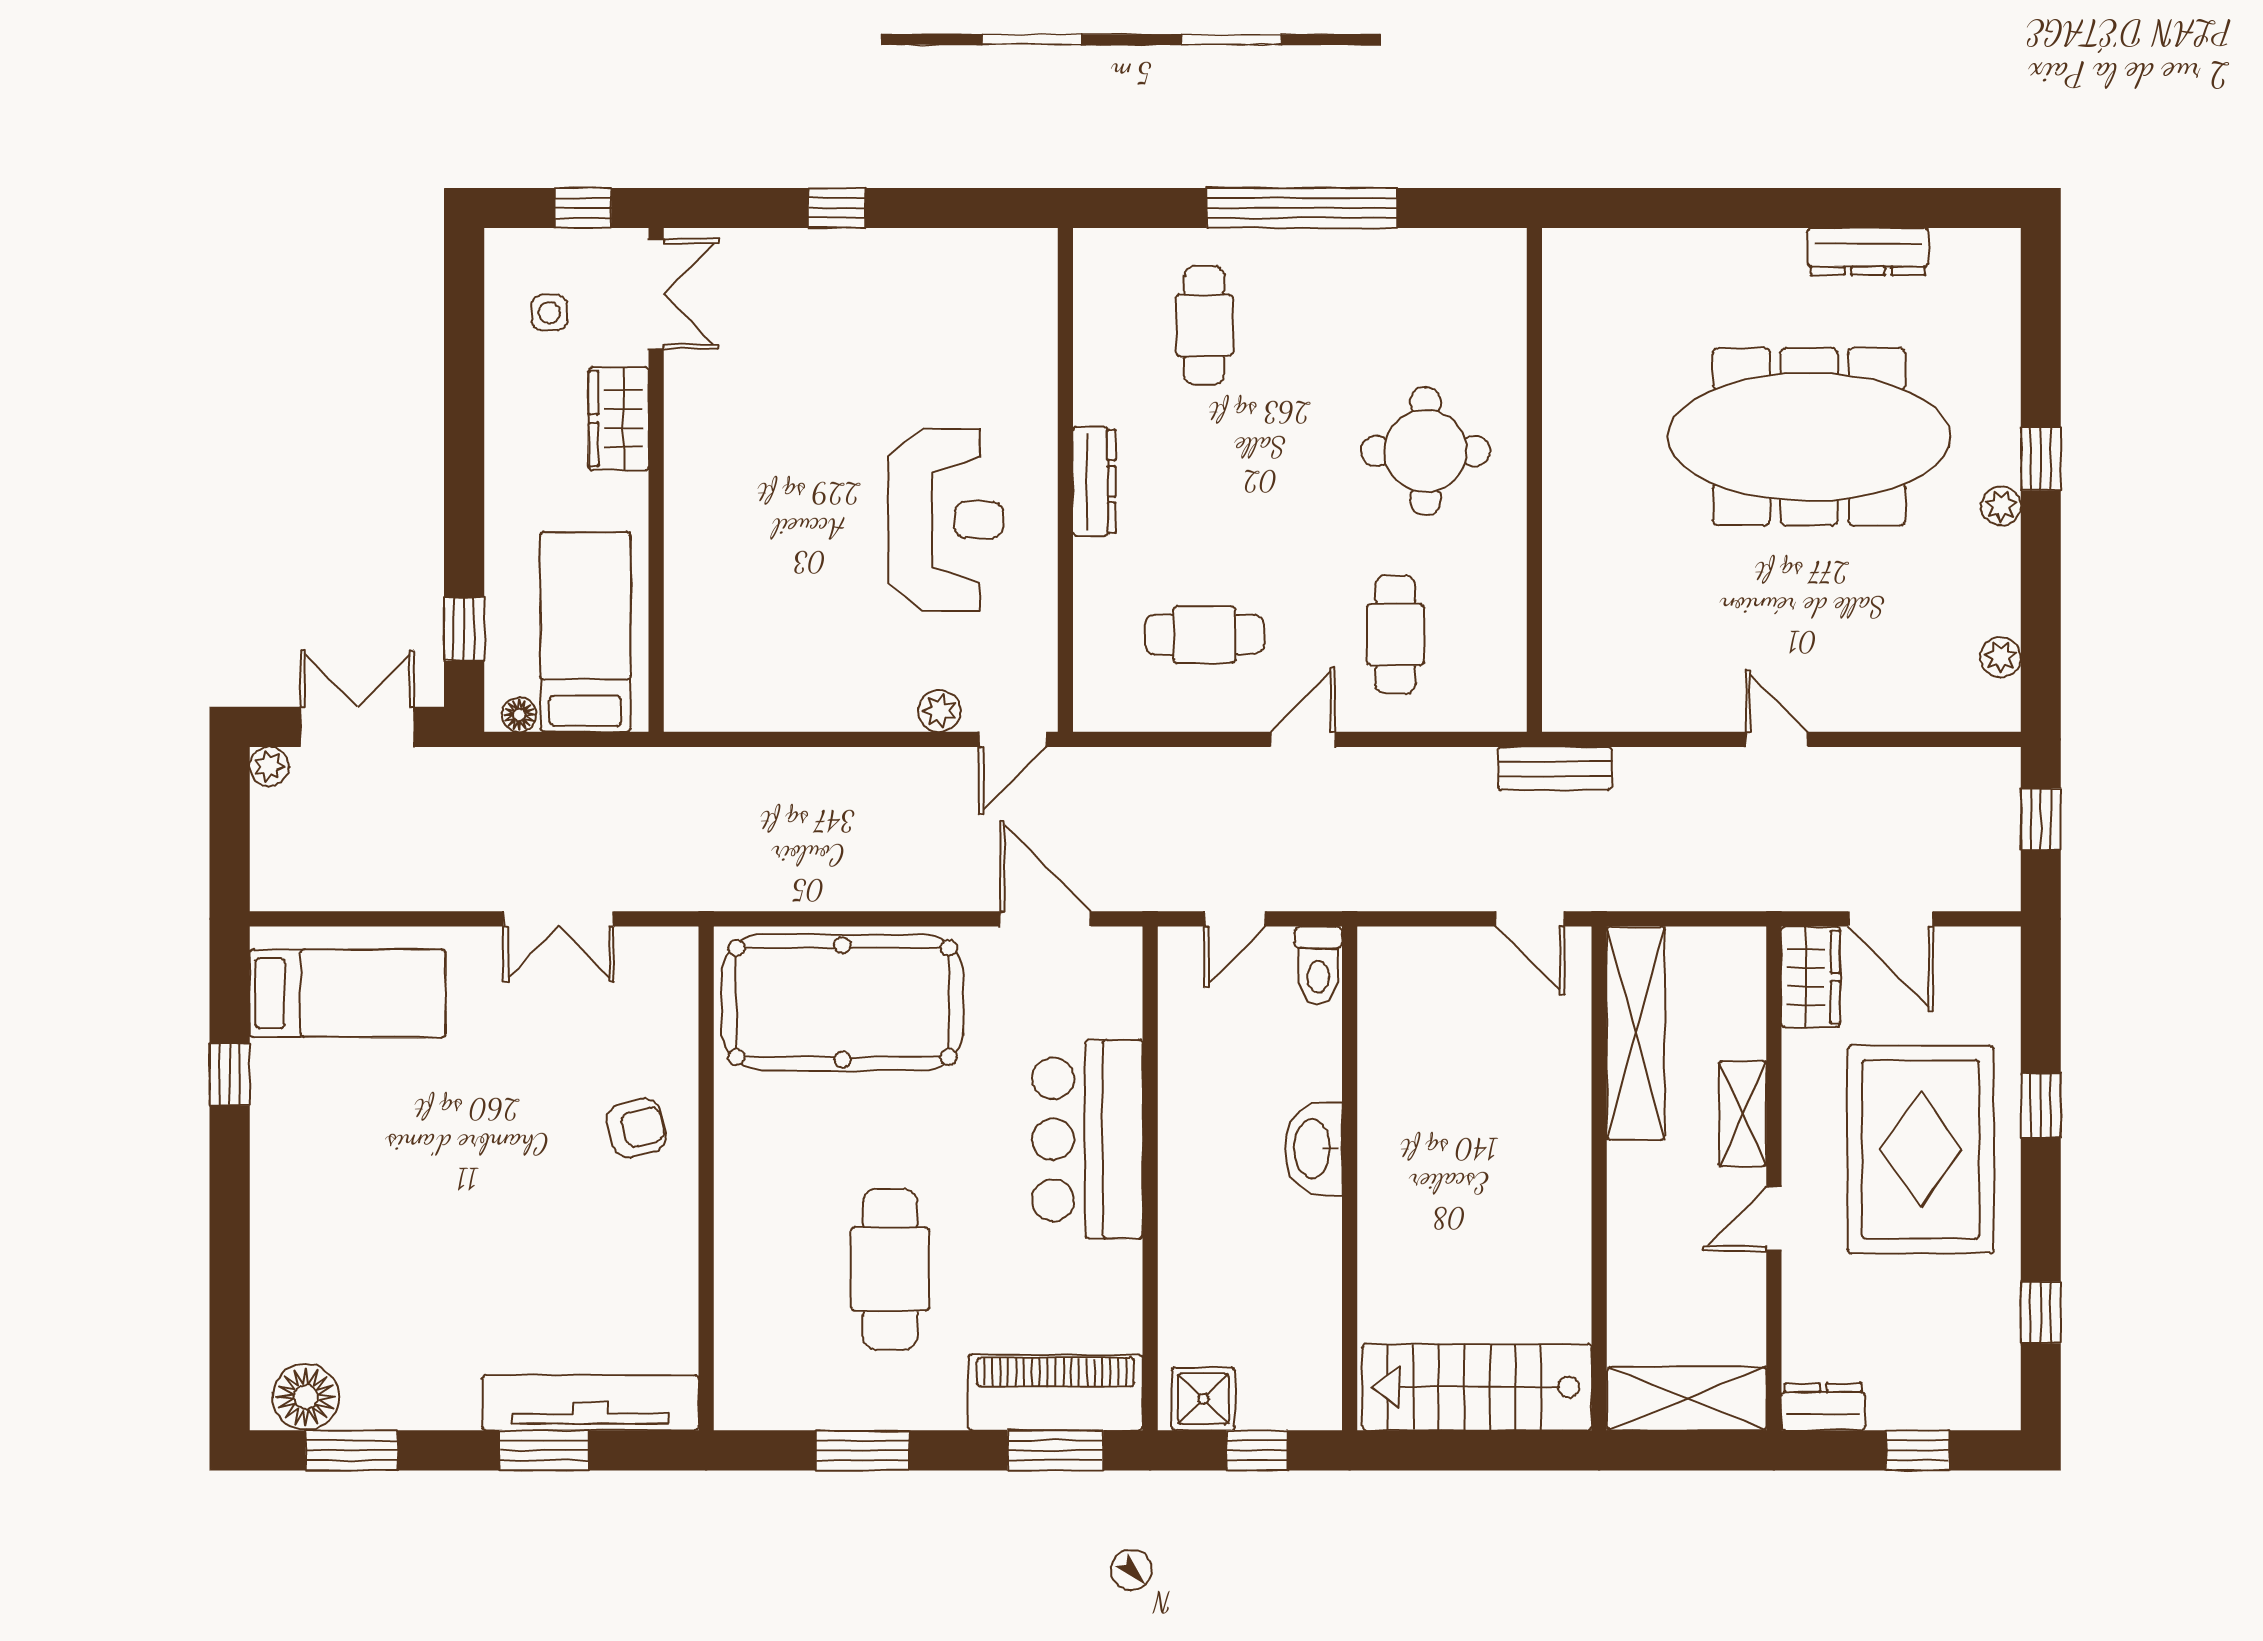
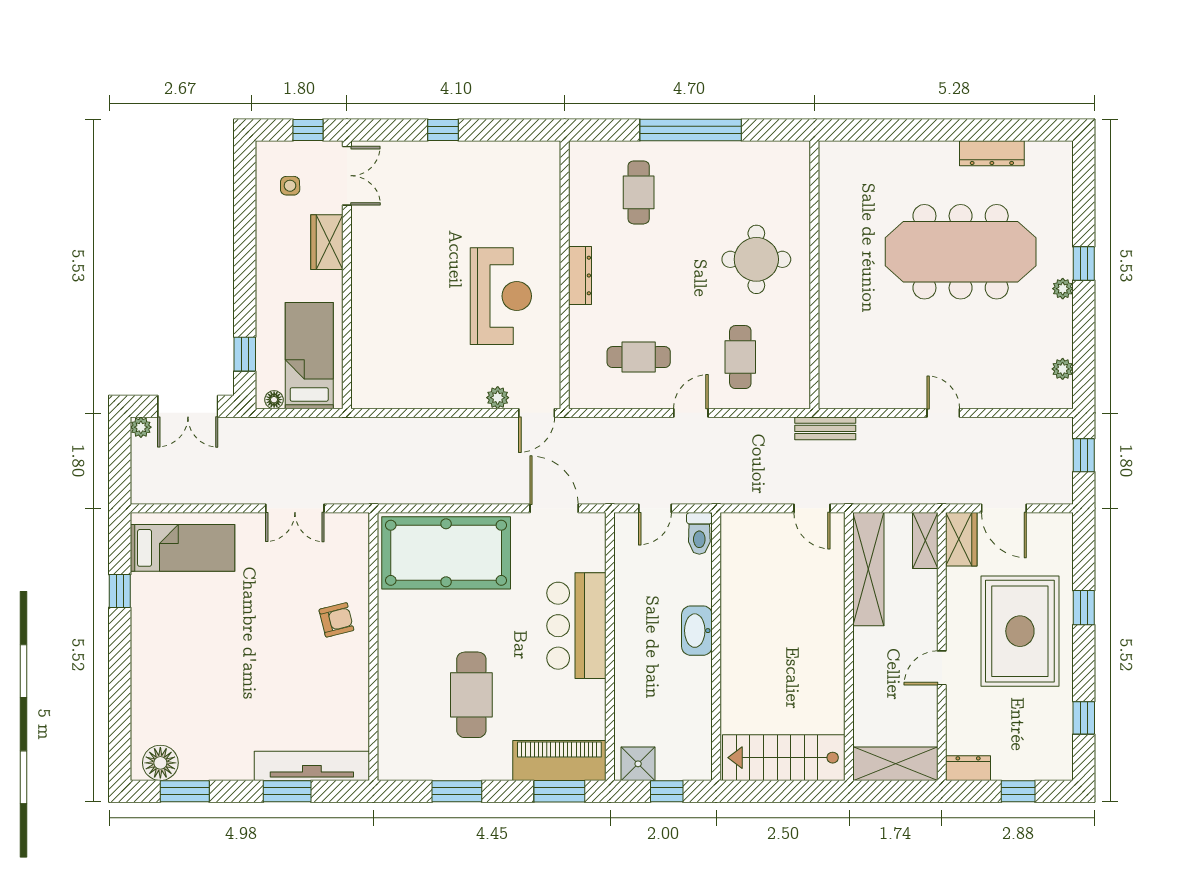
double door: (357, 727) -> (188, 406), swing flipped
shelving: (1743, 1114) -> (925, 540), moved

